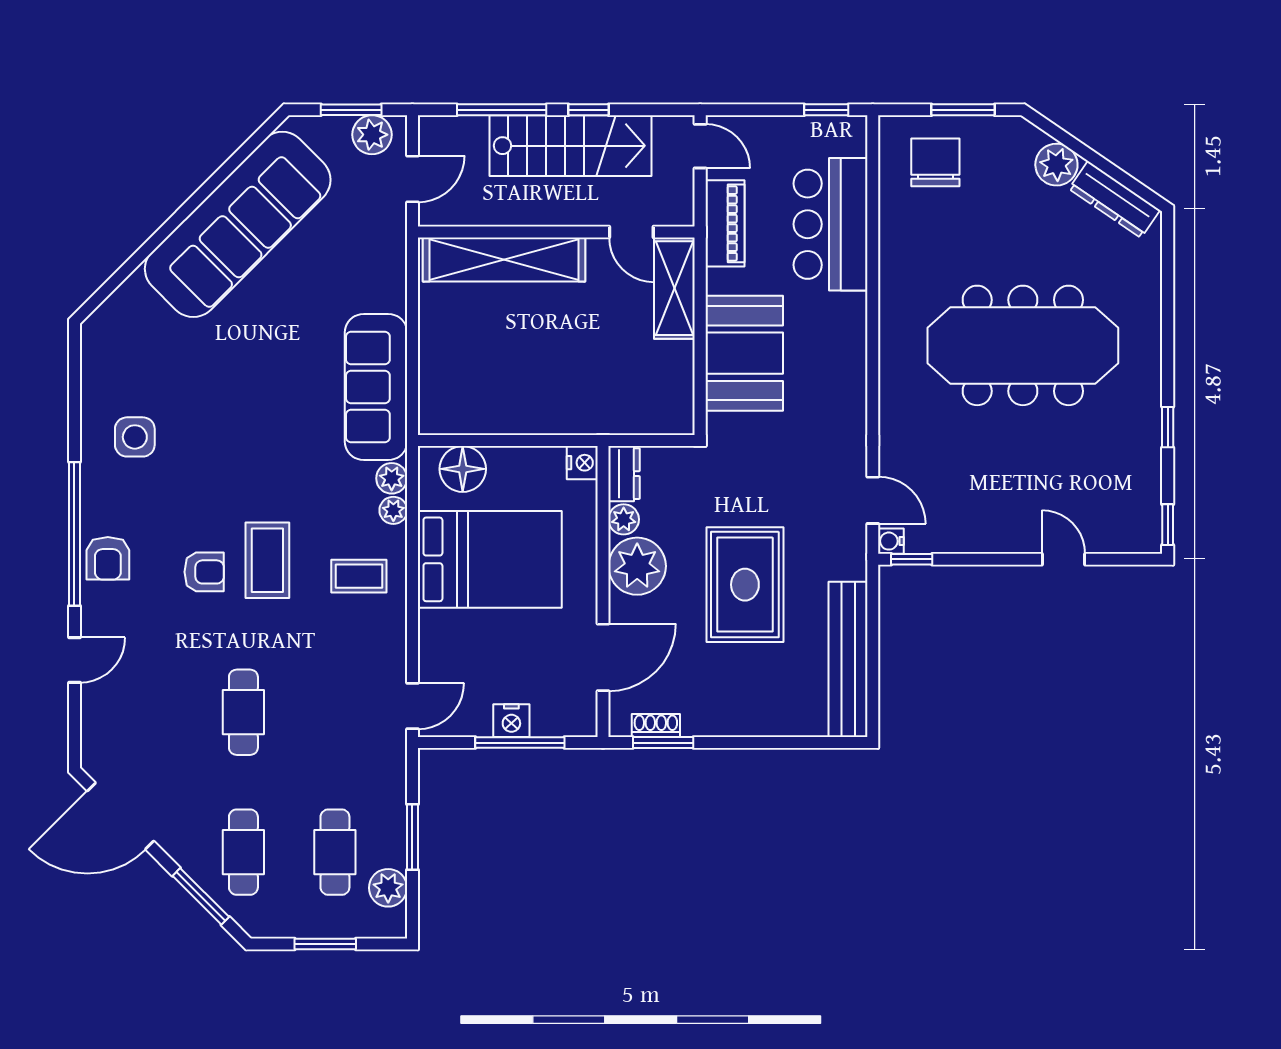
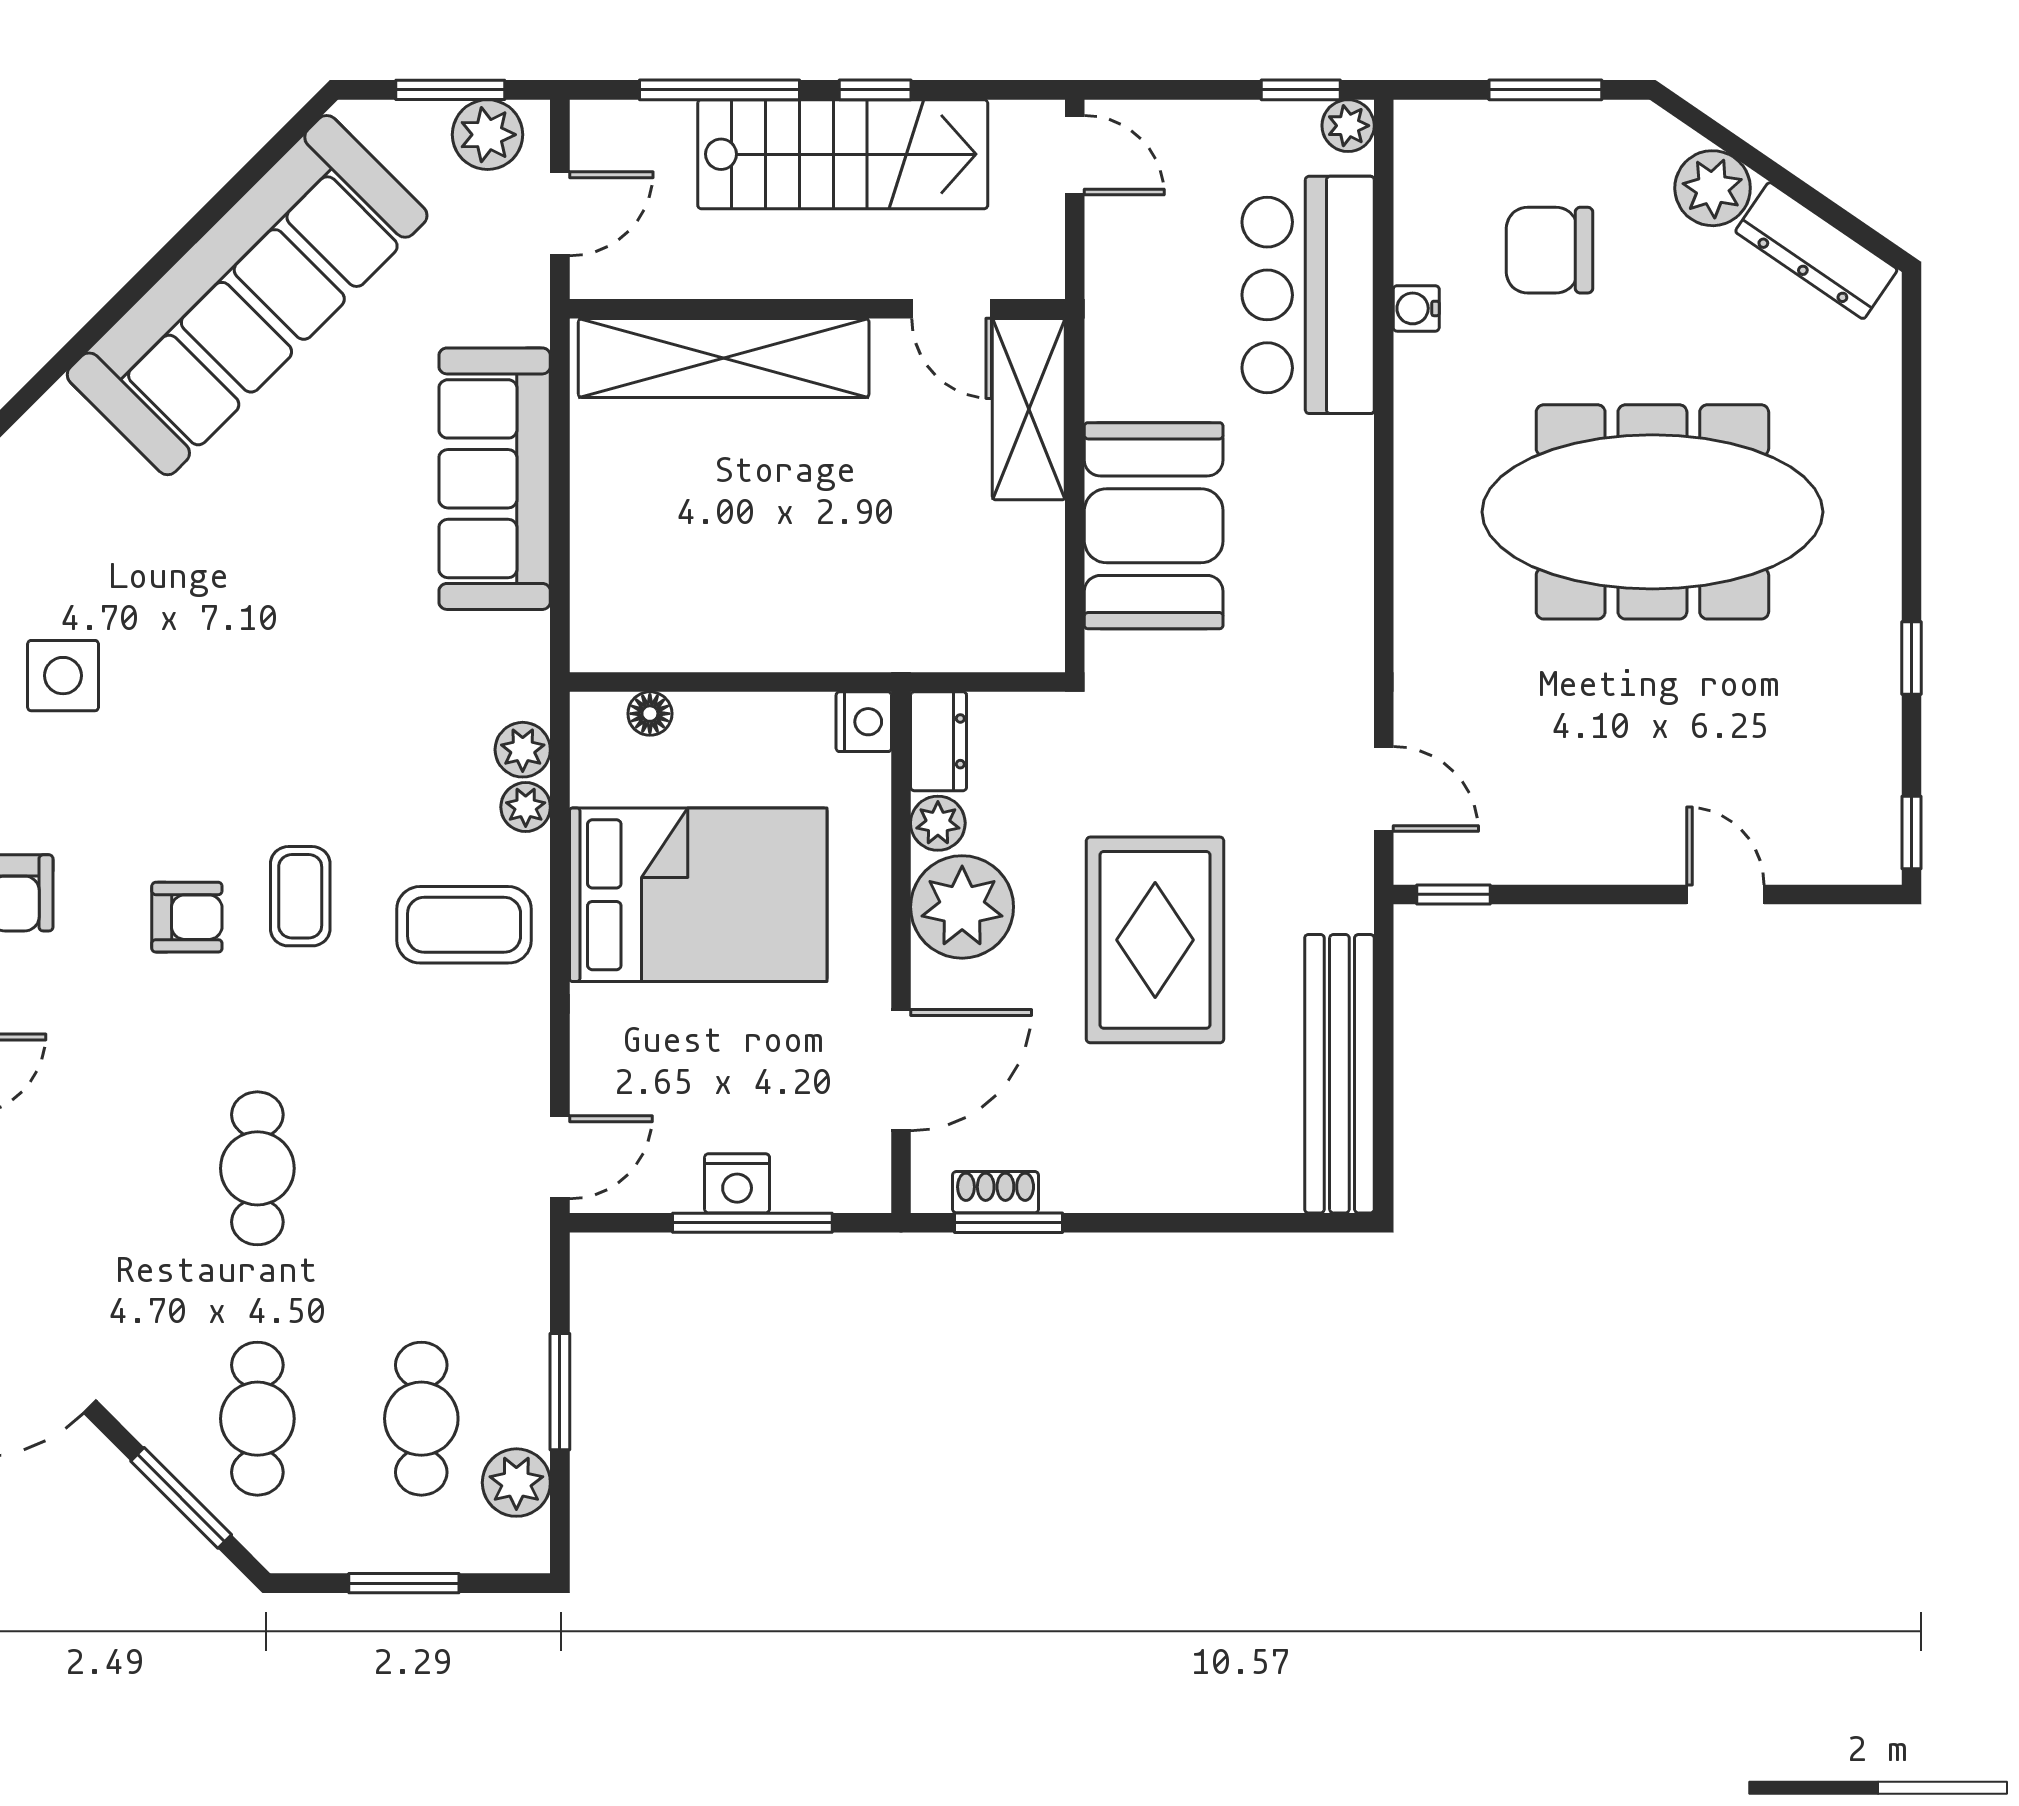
plant: (853, 130) -> (1348, 126), added
chair: (935, 162) -> (1550, 250), moved, turned -90
piano: (725, 223) -> (1119, 293), removed
sofa: (376, 387) -> (495, 479), moved
floor lamp: (463, 469) -> (650, 714), width x0.53, depth x0.53
water cooler: (891, 541) -> (1416, 308), moved
coffee table: (267, 560) -> (300, 896), width x0.73, depth x0.77
coffee table: (359, 576) -> (464, 925), width x1.36, depth x1.30

